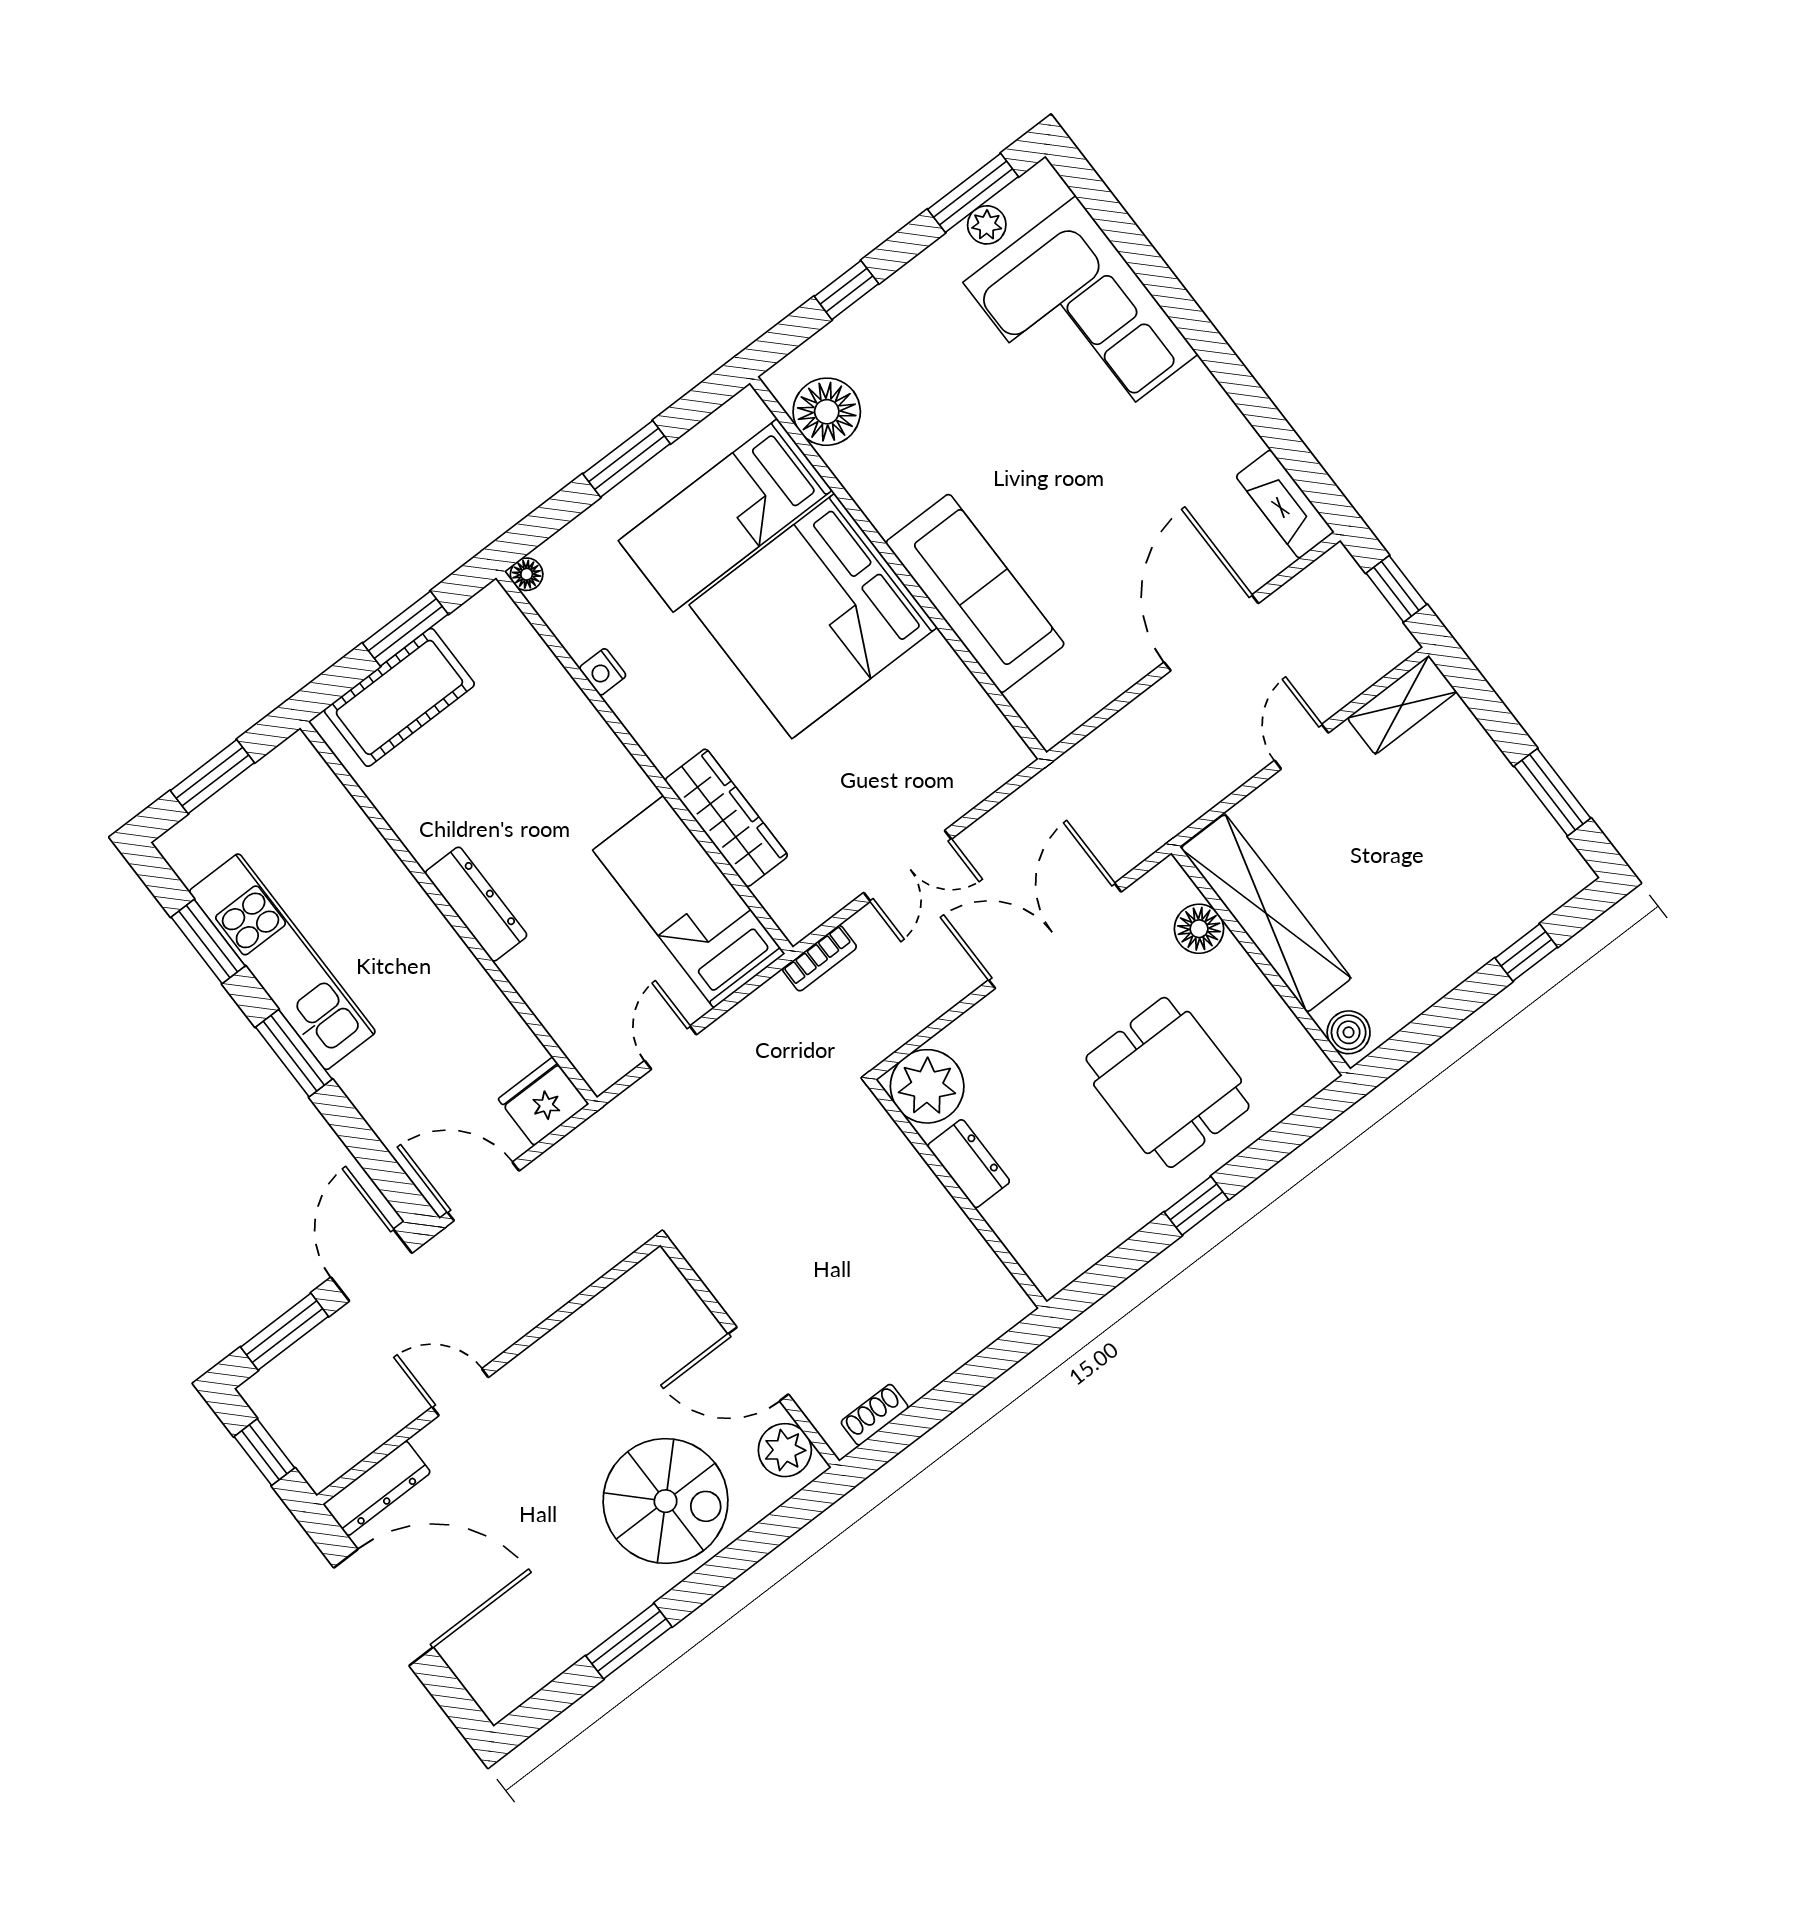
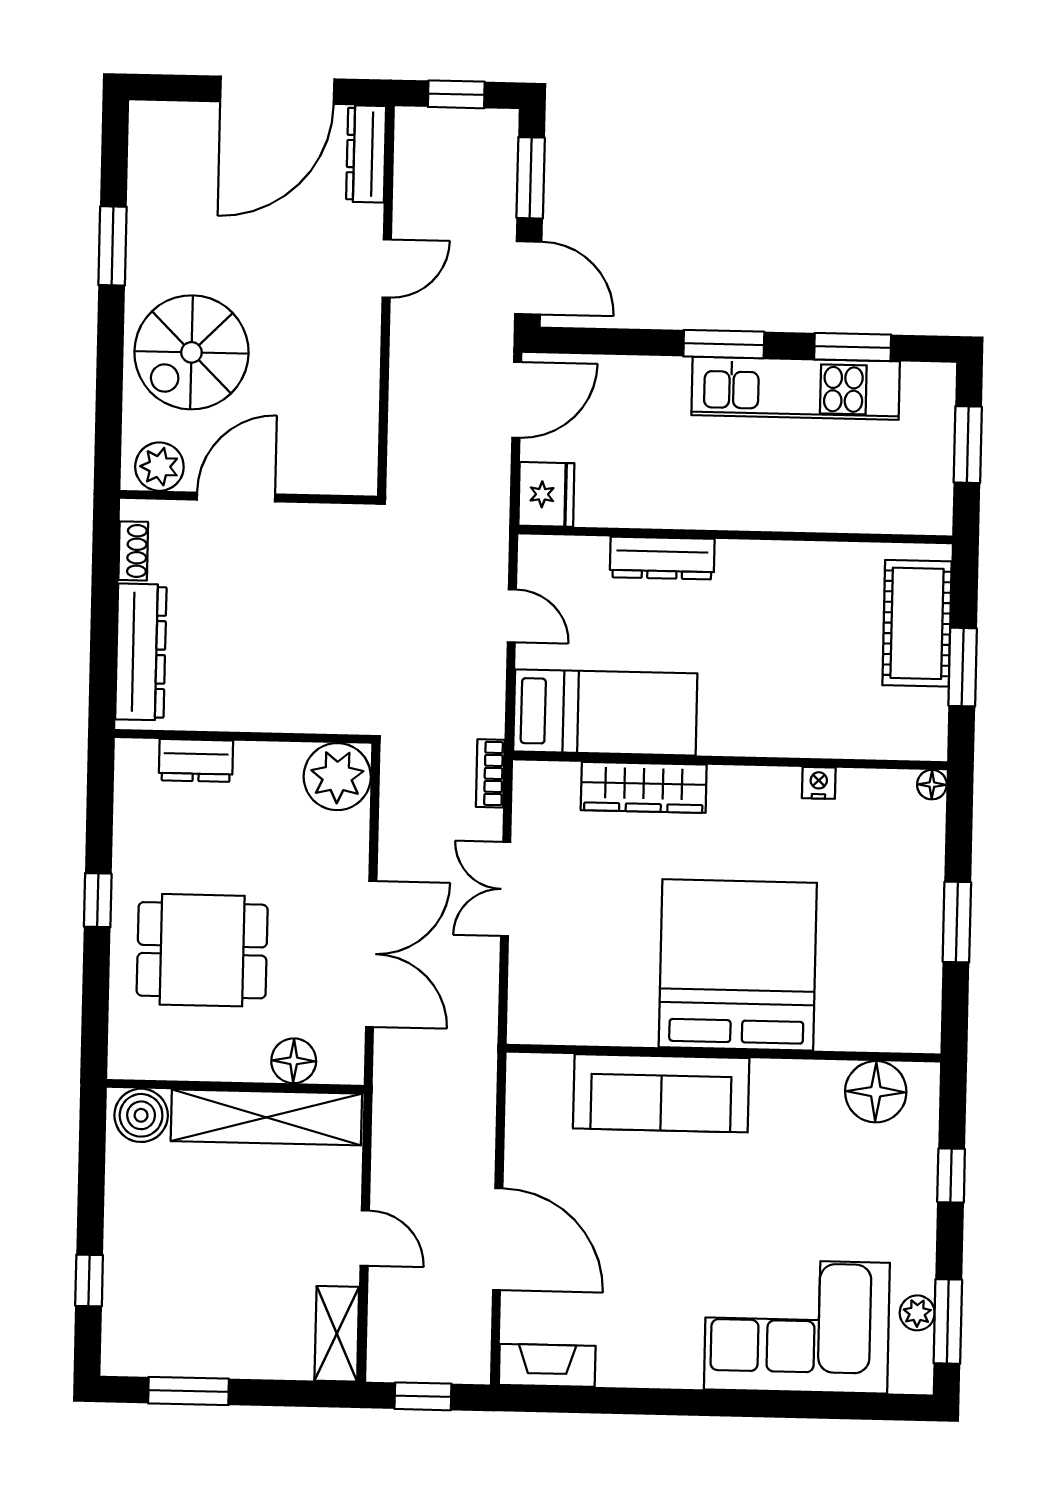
bed: (725, 515) -> (860, 960), removed
dresser: (476, 904) -> (662, 558), moved
boiler: (1349, 1032) -> (141, 1115), width x1.36, depth x1.36
dresser: (969, 1164) -> (196, 760), moved
dresser: (955, 1339) -> (141, 652), added

